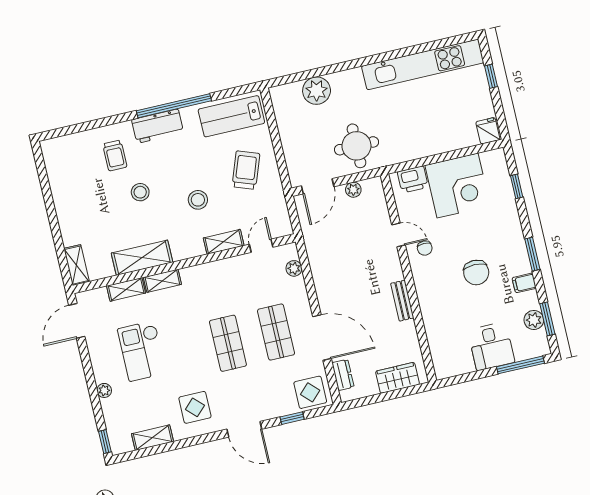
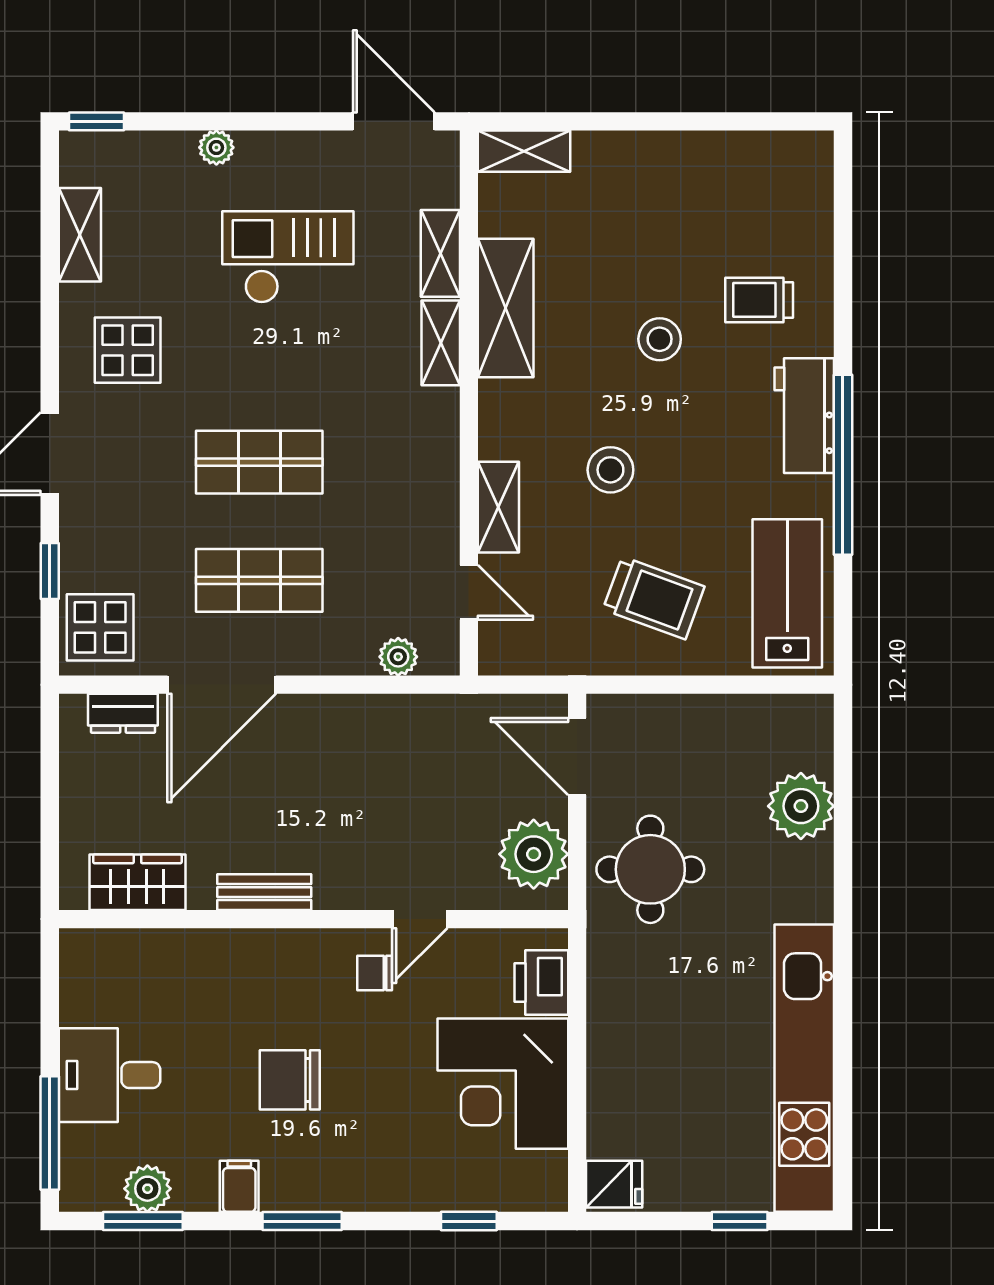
plant: (353, 190) -> (534, 854), width x1.87, depth x1.87
wardrobe: (397, 378) -> (137, 882), moved, turned -90

